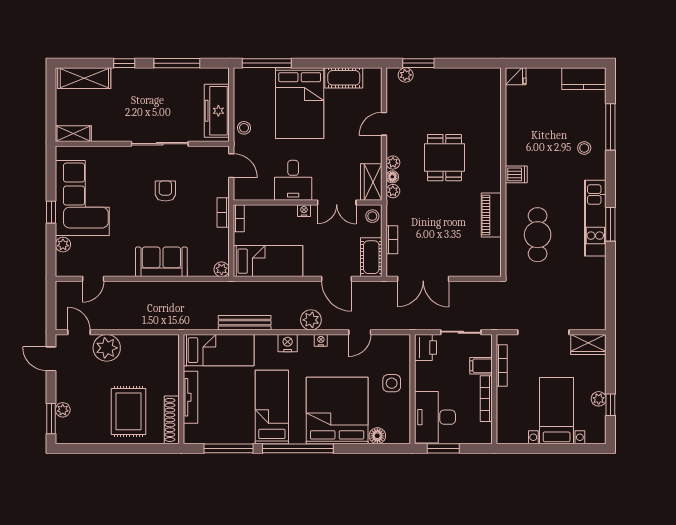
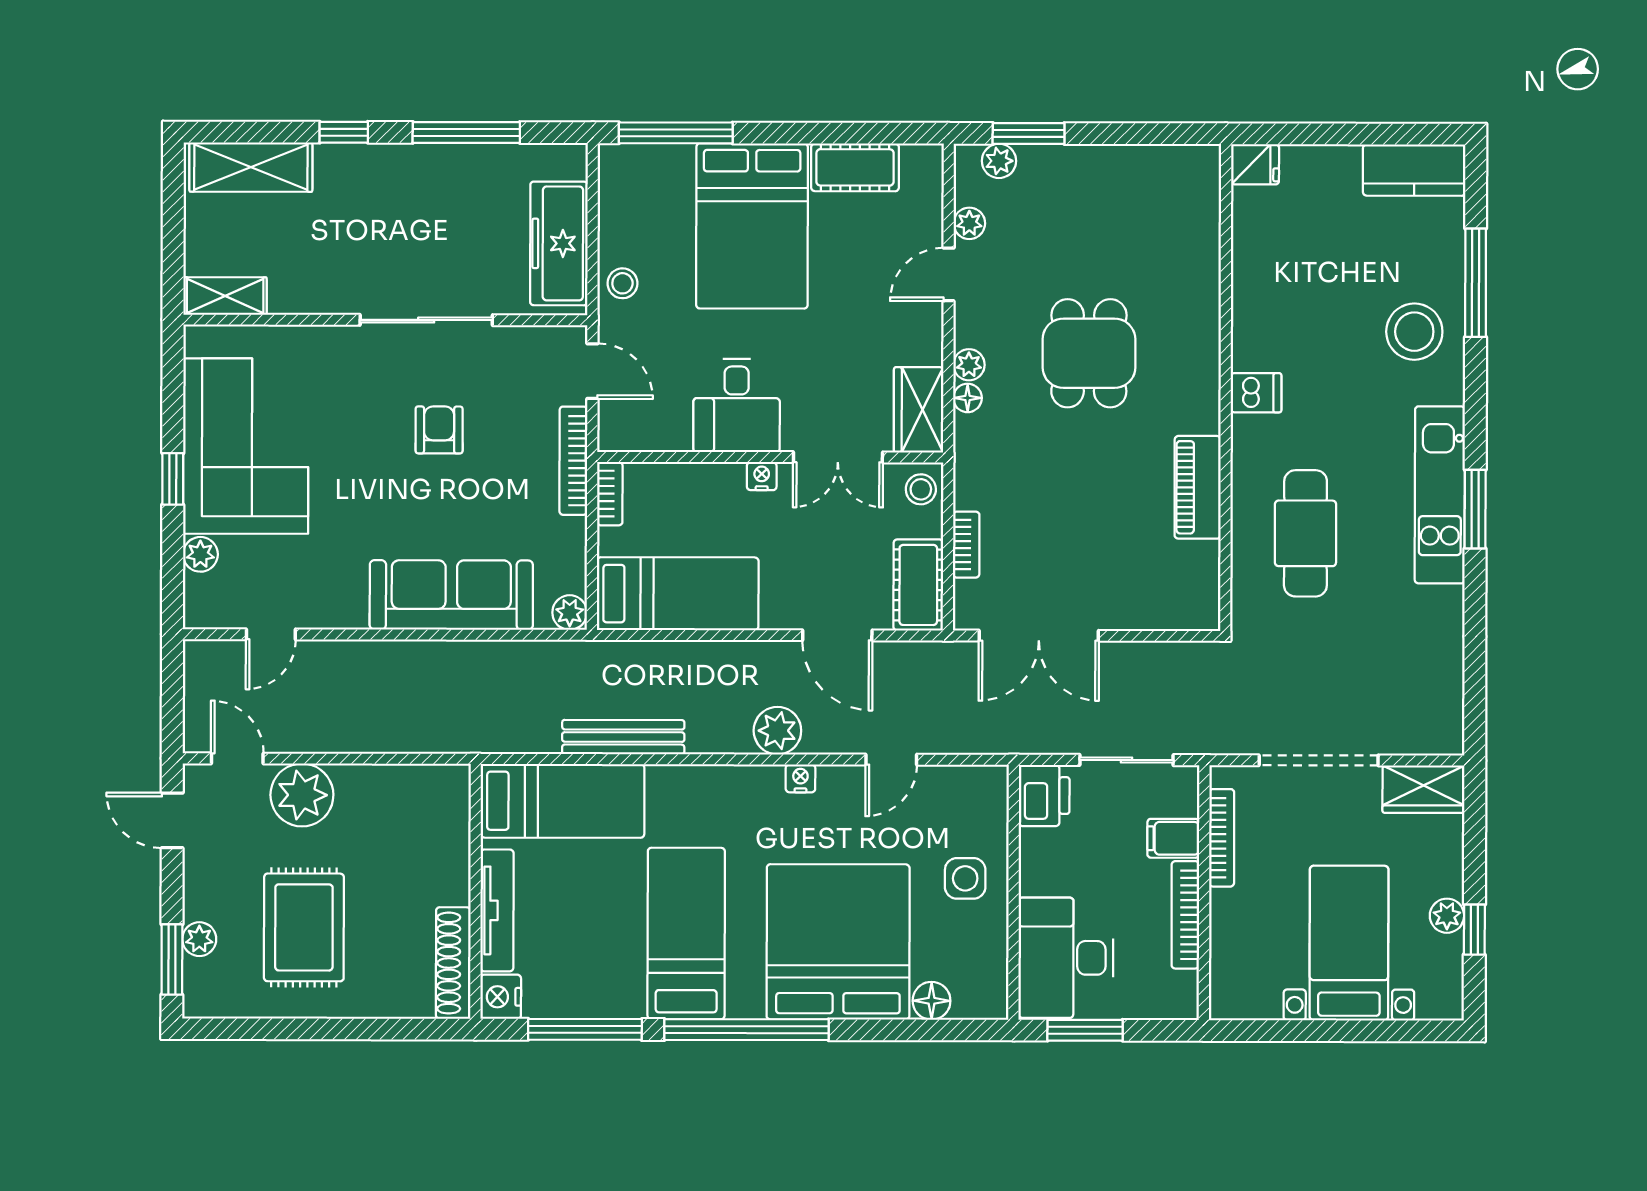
stool: (584, 148) -> (1414, 332), width x1.89, depth x1.89
plant: (393, 191) -> (969, 223), moved
bookcase: (223, 212) -> (573, 461), width x1.56
sofa: (161, 262) -> (451, 595), width x1.36
nightstand: (288, 343) -> (501, 997), moved, turned -90
rug: (128, 411) -> (304, 927), moved

